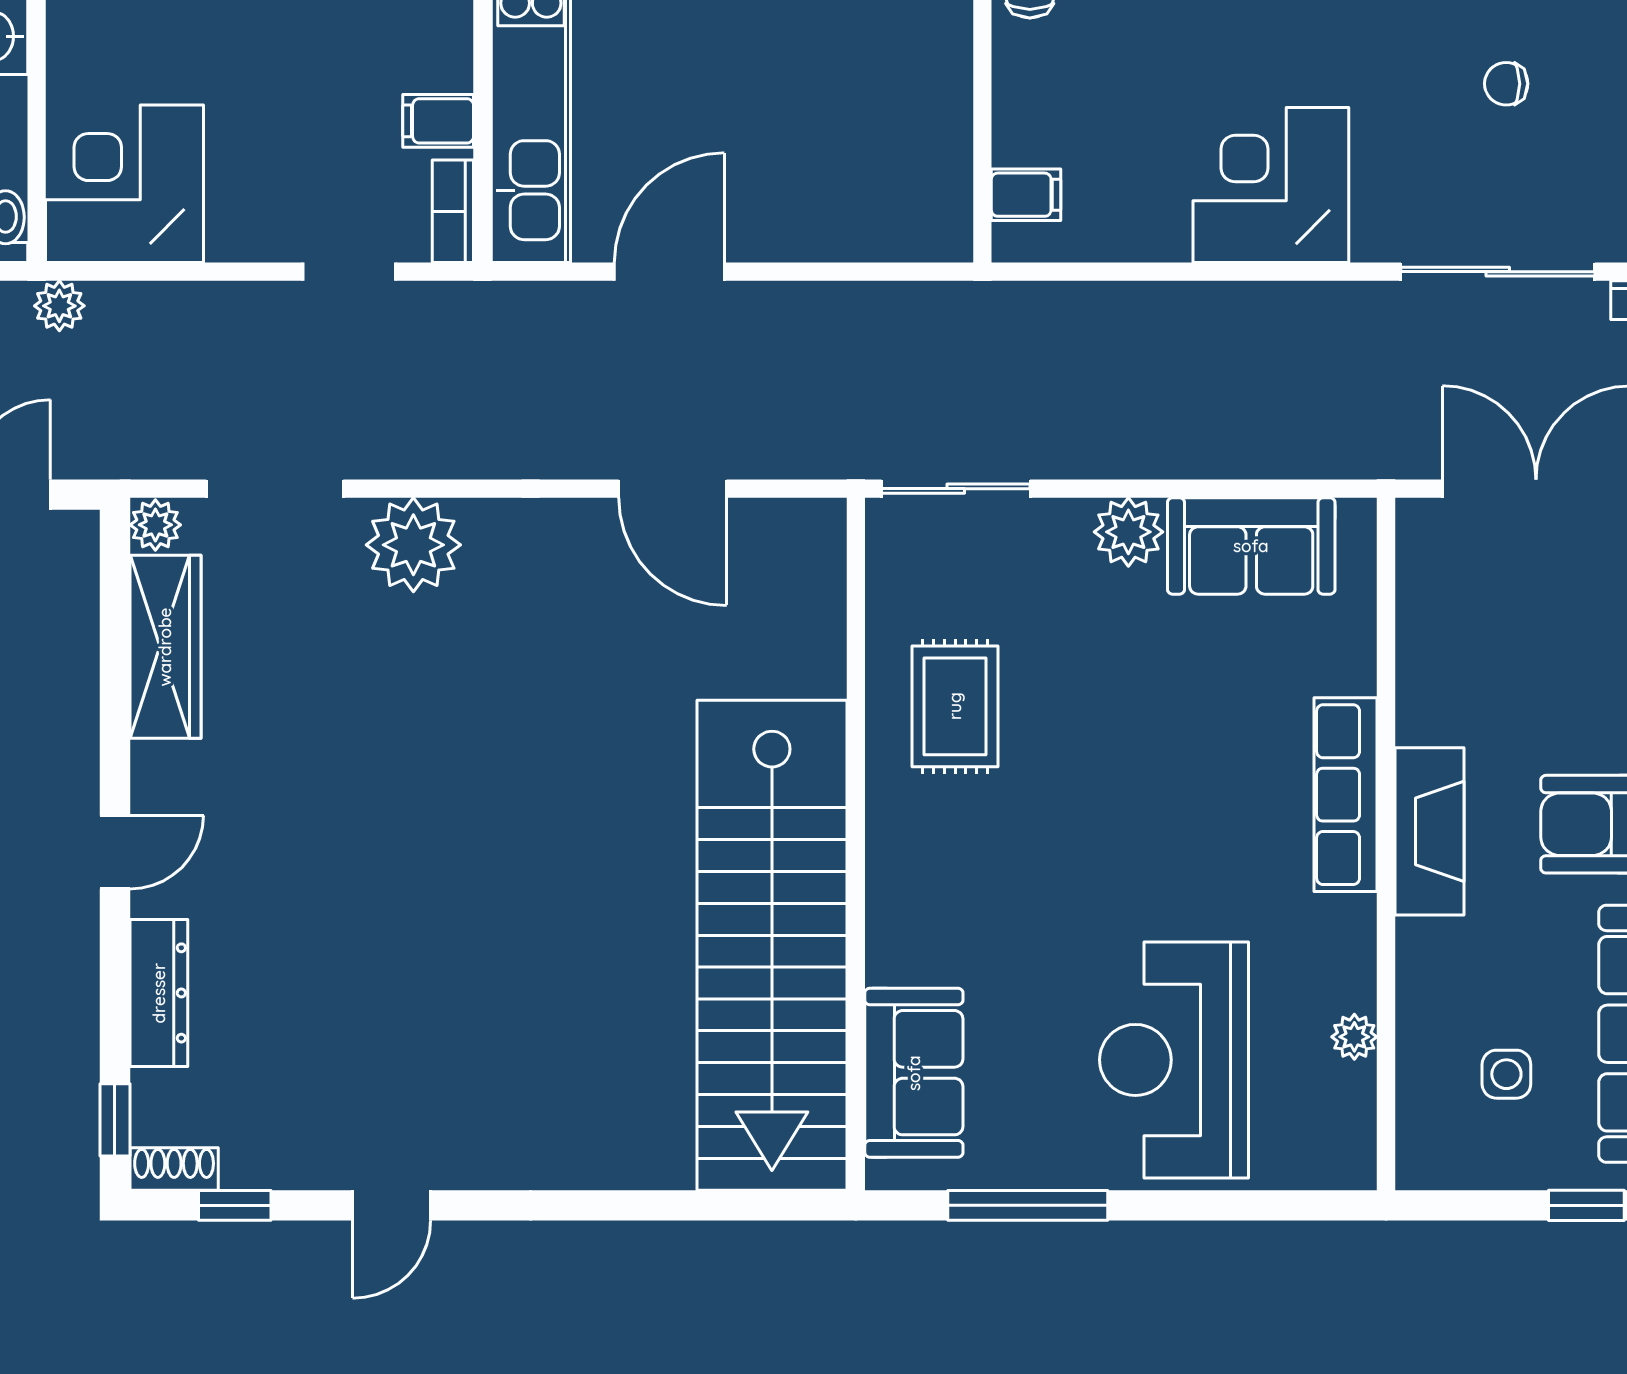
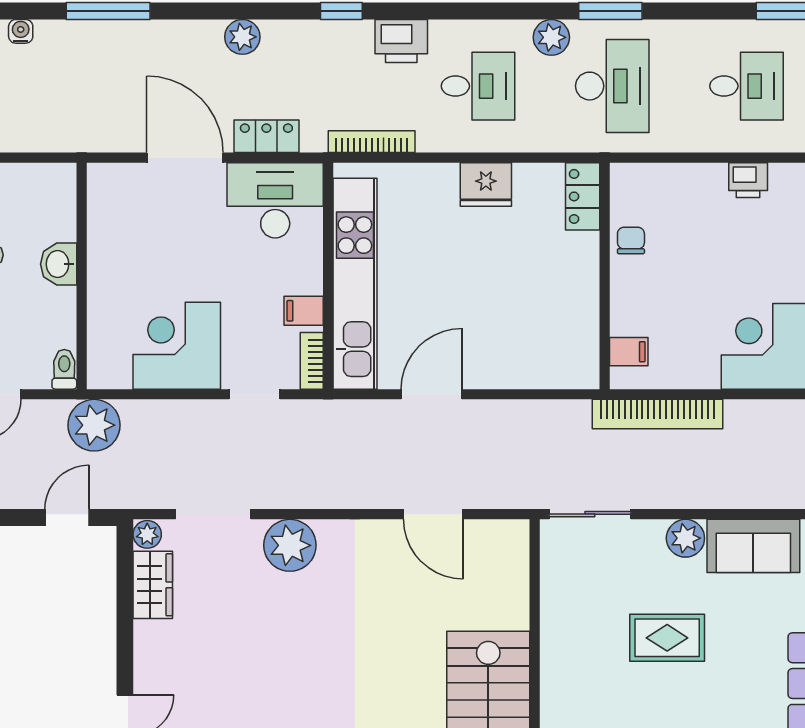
corner desk: (125, 184) -> (177, 346), moved
plant: (59, 306) -> (94, 425), width x1.88, depth x1.88
bookcase: (1078, 307) -> (657, 414), added
wardrobe: (165, 647) -> (153, 585), width x0.67
rug: (955, 706) -> (667, 638), moved, turned 90

